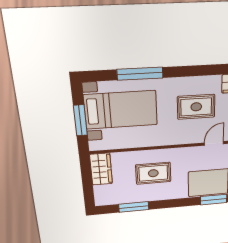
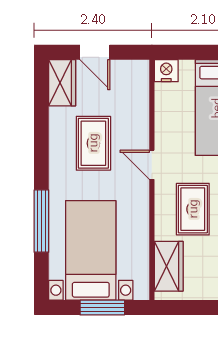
door: (214, 143) -> (152, 165), moved
wardrobe: (101, 169) -> (169, 266), moved, turned 90

